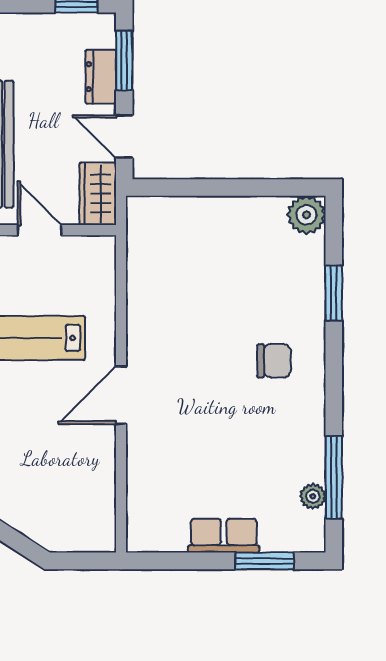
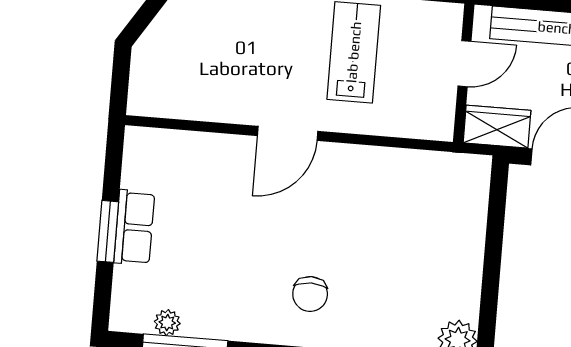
door: (121, 395) -> (288, 133), swing flipped
window: (265, 561) -> (108, 231), moved

